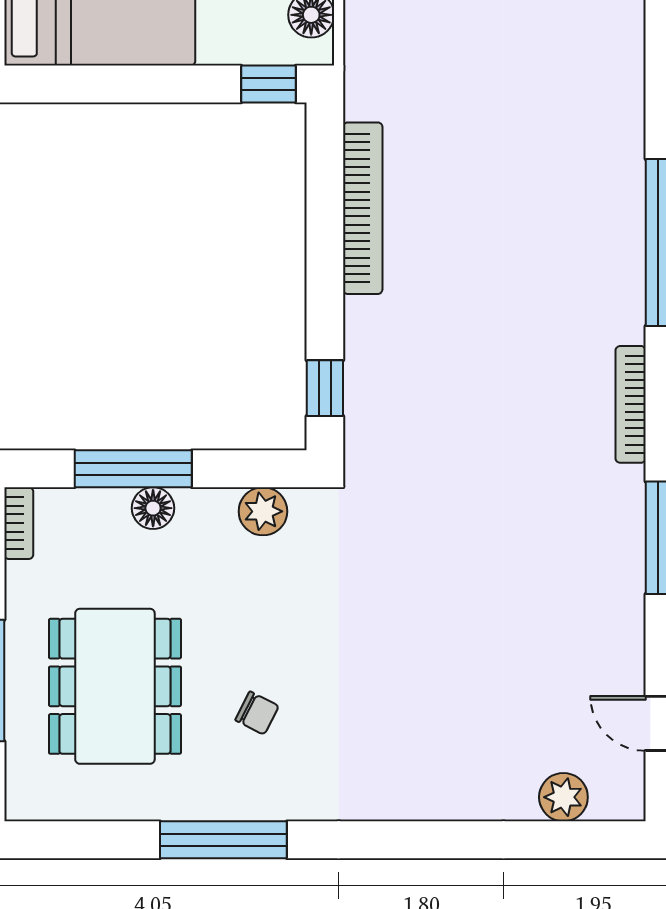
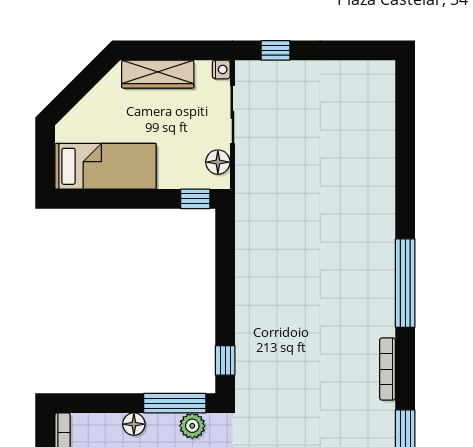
bookcase: (363, 208) -> (245, 265), removed
window: (133, 469) -> (175, 403), moved

